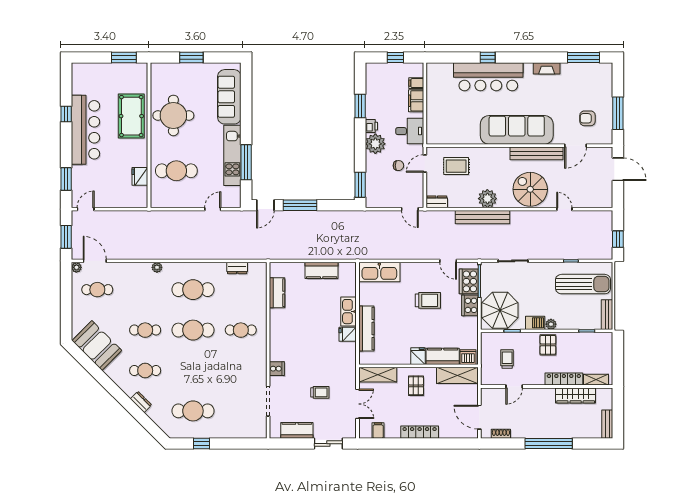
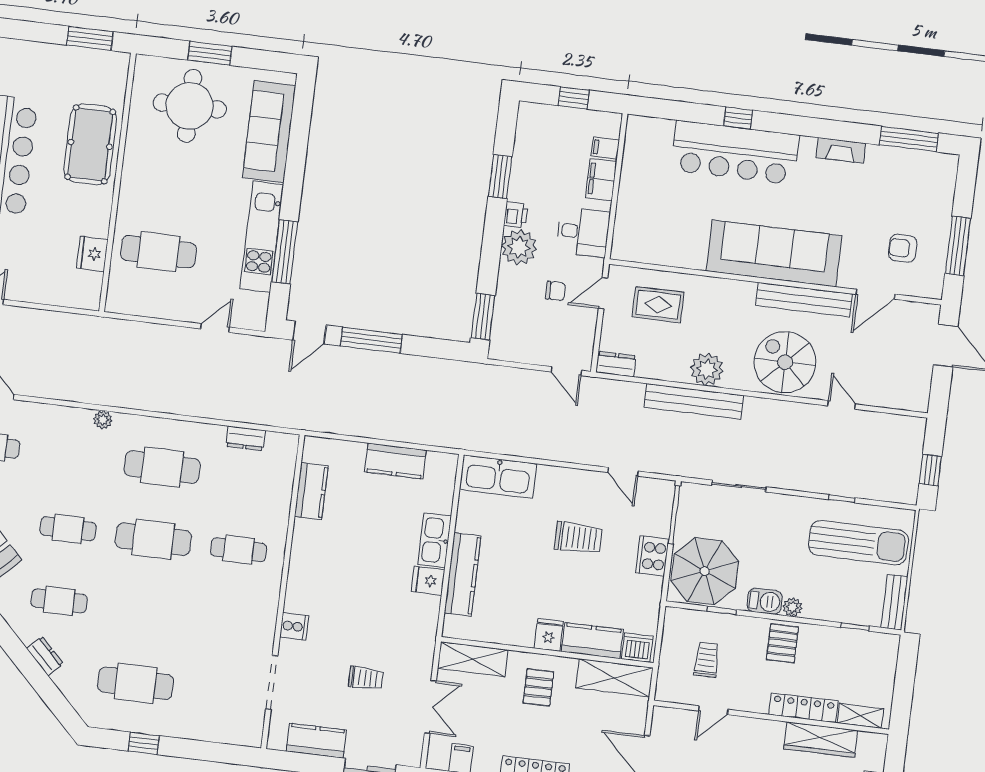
round table: (173, 115) -> (190, 106), moved
cooker: (469, 281) -> (655, 513), removed

